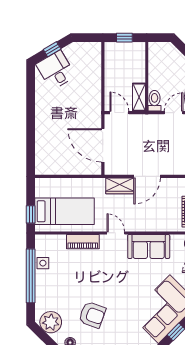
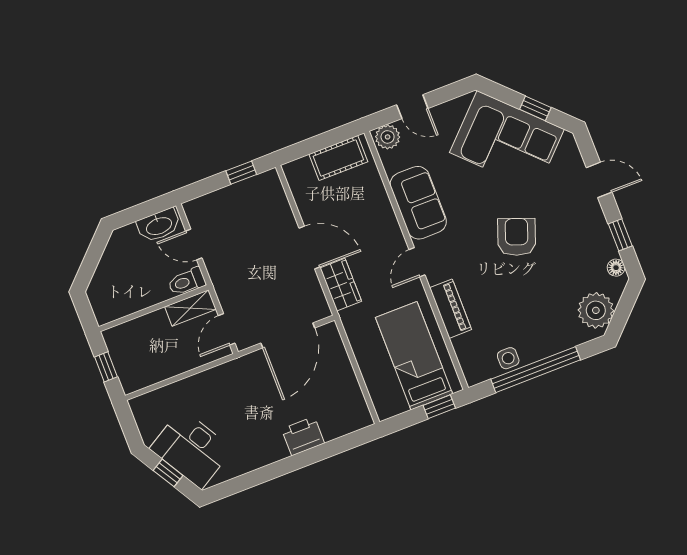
desk: (56, 70) -> (191, 449), width x1.37
printer: (44, 132) -> (303, 436), added
armchair: (92, 315) -> (517, 237), moved

